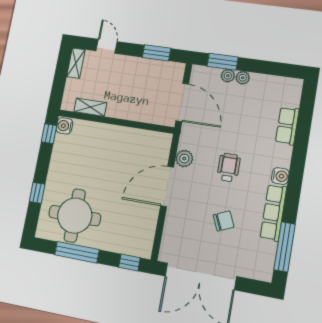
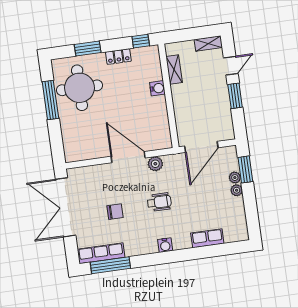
window: (157, 53) -> (235, 96), moved
water cooler: (64, 126) -> (157, 88), moved, turned 90
locker: (57, 162) -> (118, 57), added
window: (37, 193) -> (88, 49), width x1.50
row of seats: (273, 213) -> (101, 253), moved
chair: (224, 221) -> (115, 212), turned -66
window: (129, 262) -> (57, 147), removed

